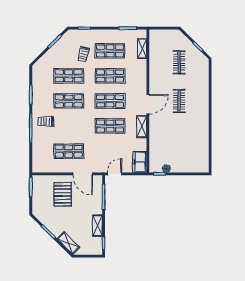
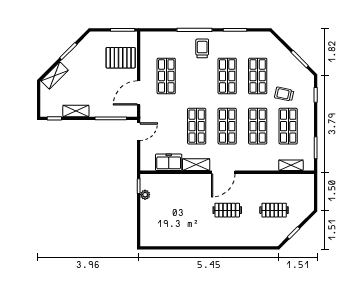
door: (148, 104) -> (223, 172), hinge flipped
freezer: (140, 162) -> (169, 162), moved
door: (115, 174) -> (139, 132), hinge flipped
pallet: (63, 194) -> (121, 58), moved

